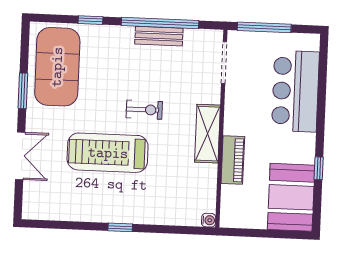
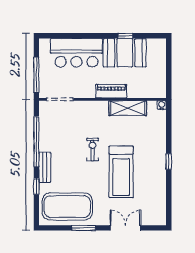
bench: (159, 36) -> (45, 167), moved
shelving: (207, 134) -> (128, 108), moved
piano: (233, 160) -> (111, 91), moved
booth: (291, 197) -> (125, 53), moved

